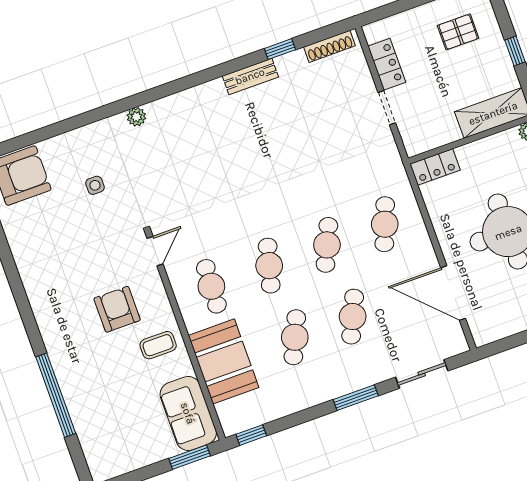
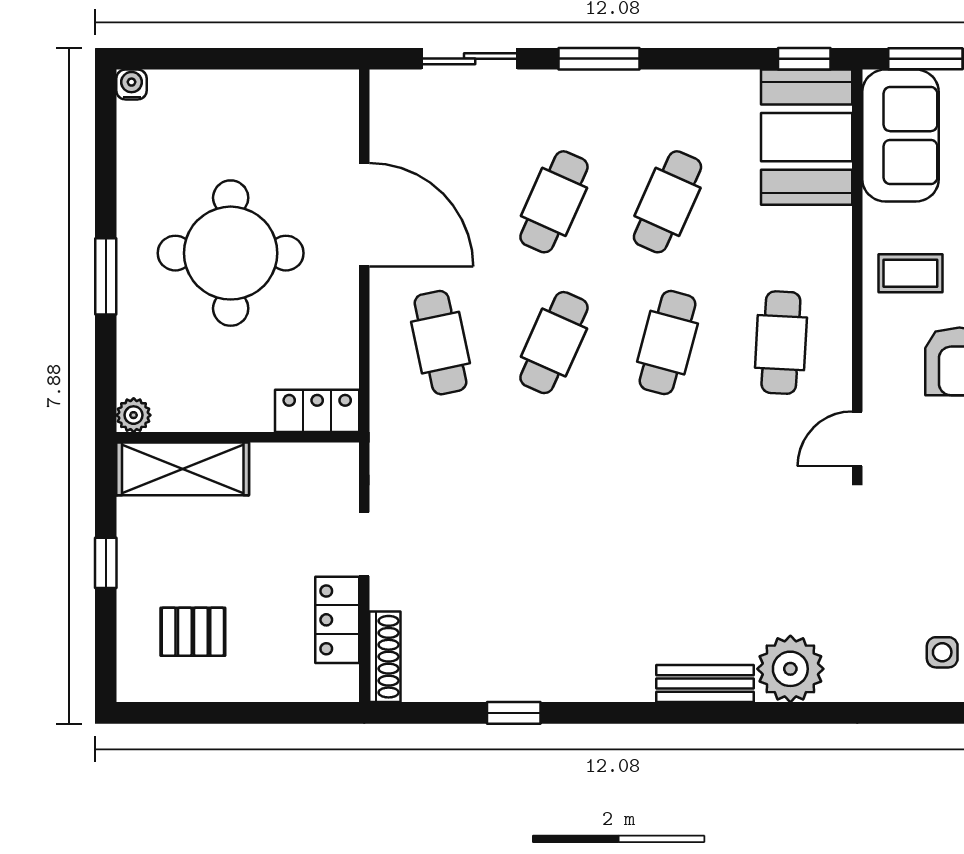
shoe rack: (329, 46) -> (385, 657), moved, turned 90
bench: (250, 76) -> (705, 684), moved
plant: (136, 117) -> (790, 669), width x1.87, depth x1.87
side table: (95, 185) -> (942, 652), moved
cafe table: (385, 224) -> (440, 343), turned -33
door: (453, 293) -> (364, 215), moved
booth: (224, 361) -> (807, 137), moved

